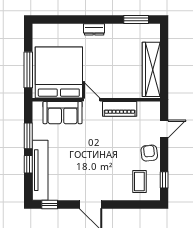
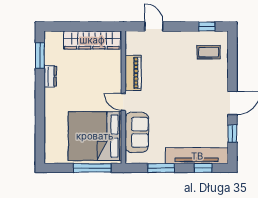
dresser: (94, 29) -> (50, 76), moved
door: (92, 100) -> (123, 102), hinge flipped
armchair: (149, 153) -> (179, 42), removed
window: (28, 164) -> (203, 168), moved
window: (50, 204) -> (232, 134), moved

